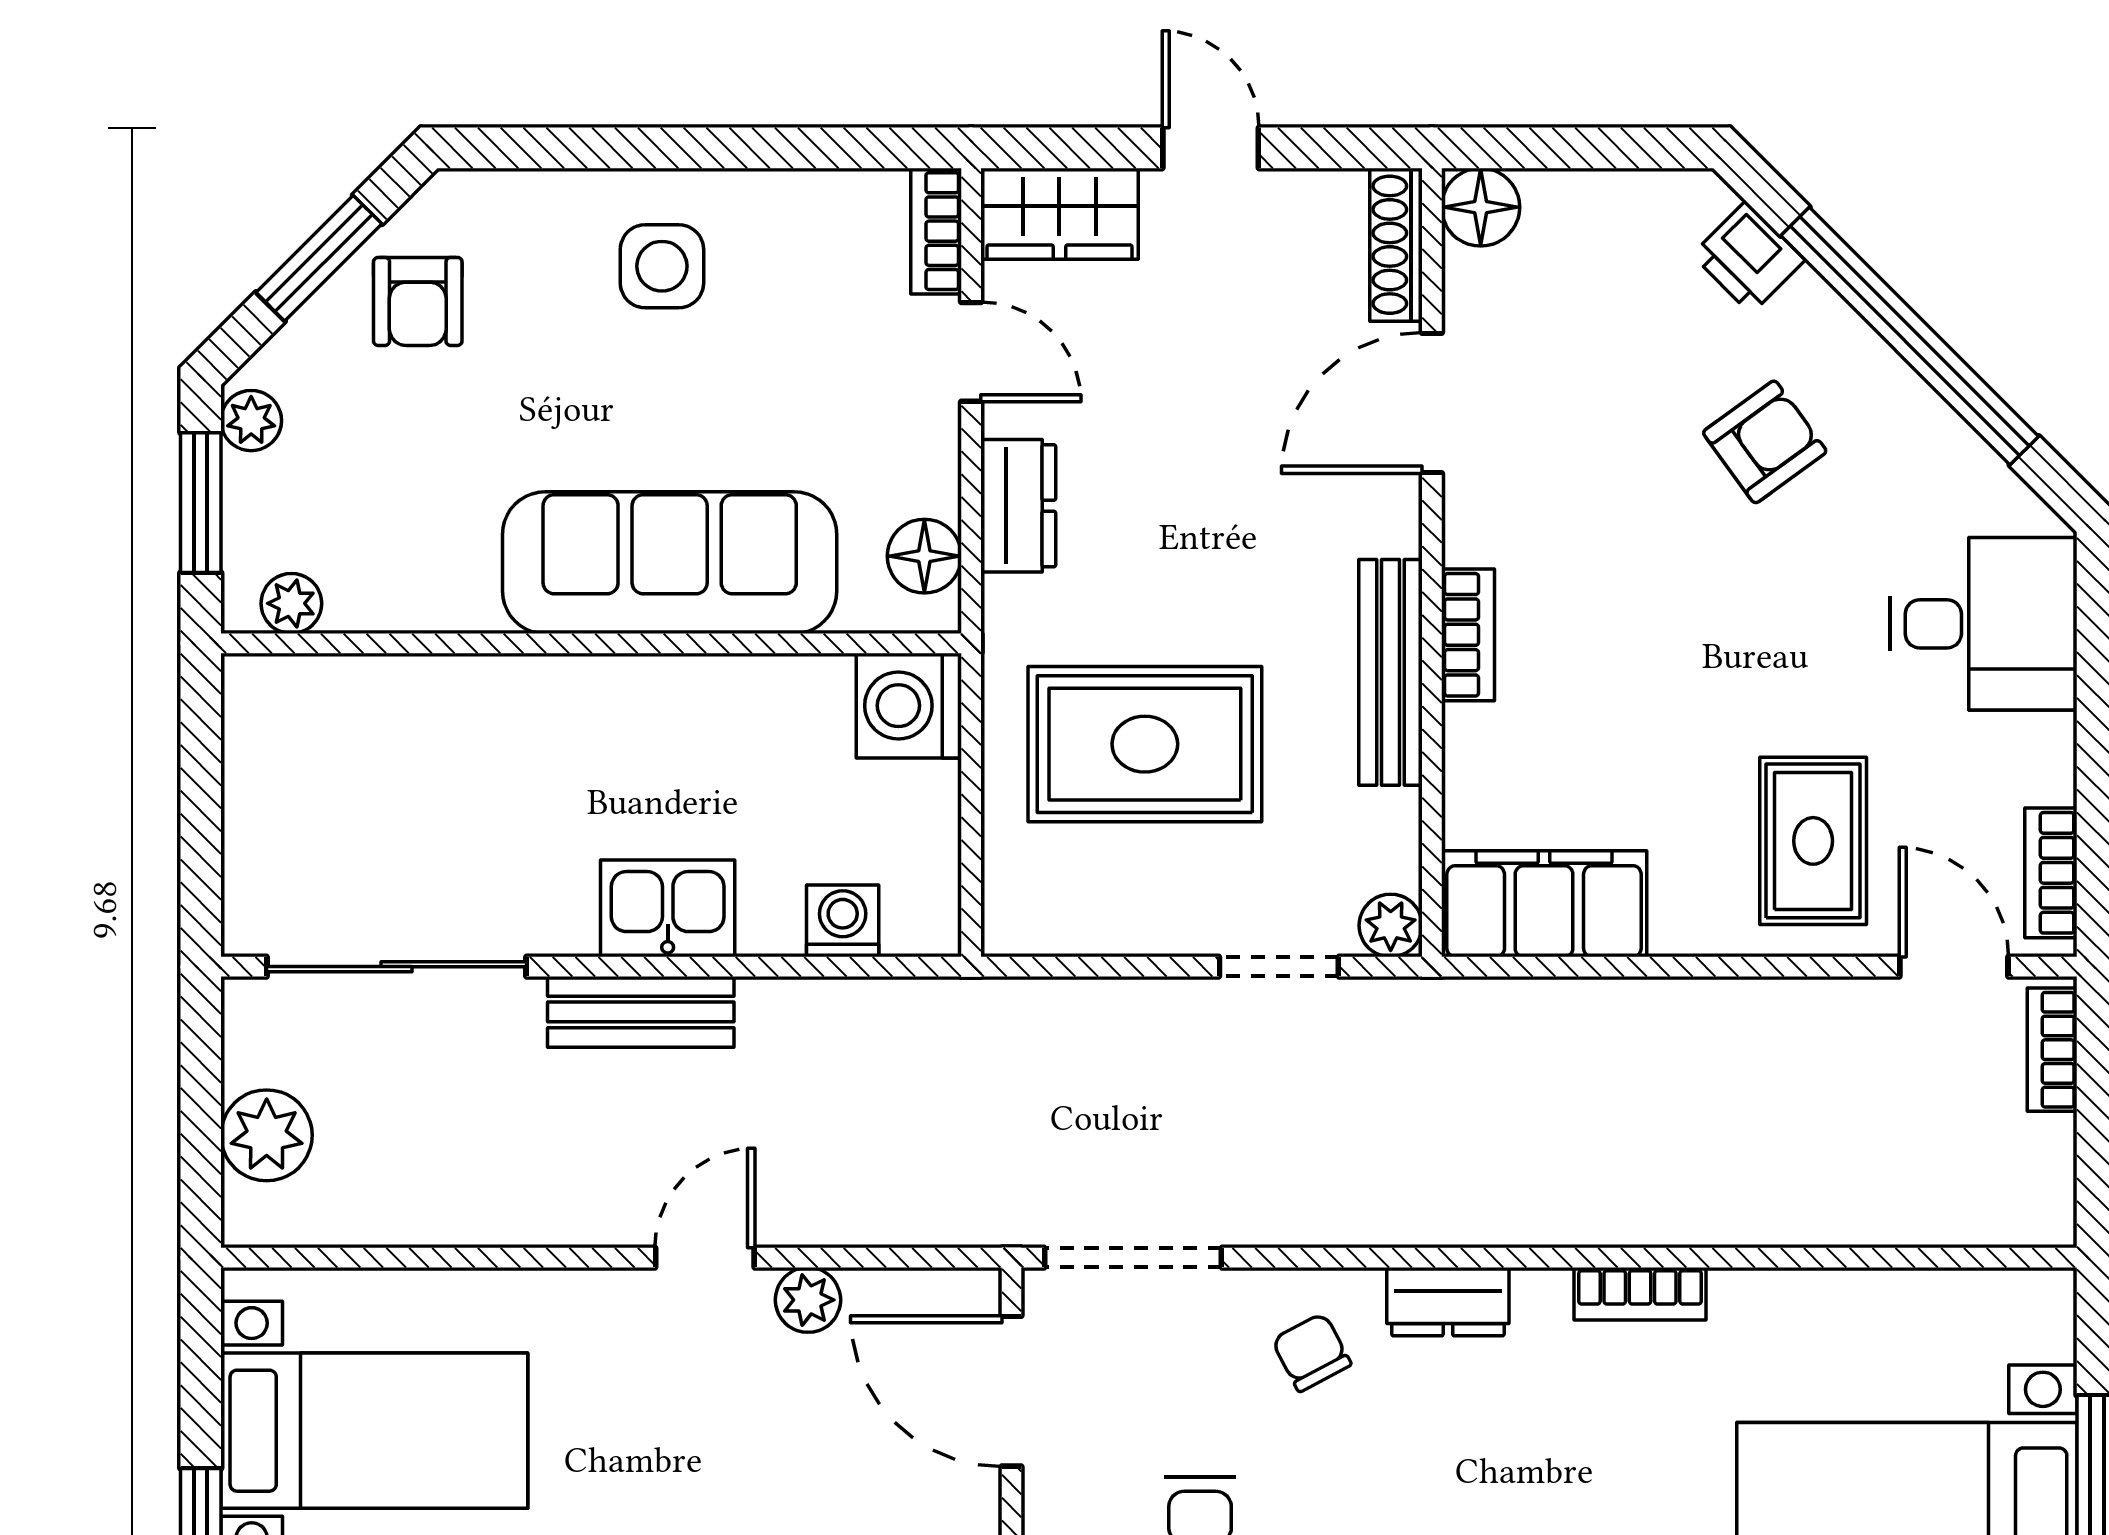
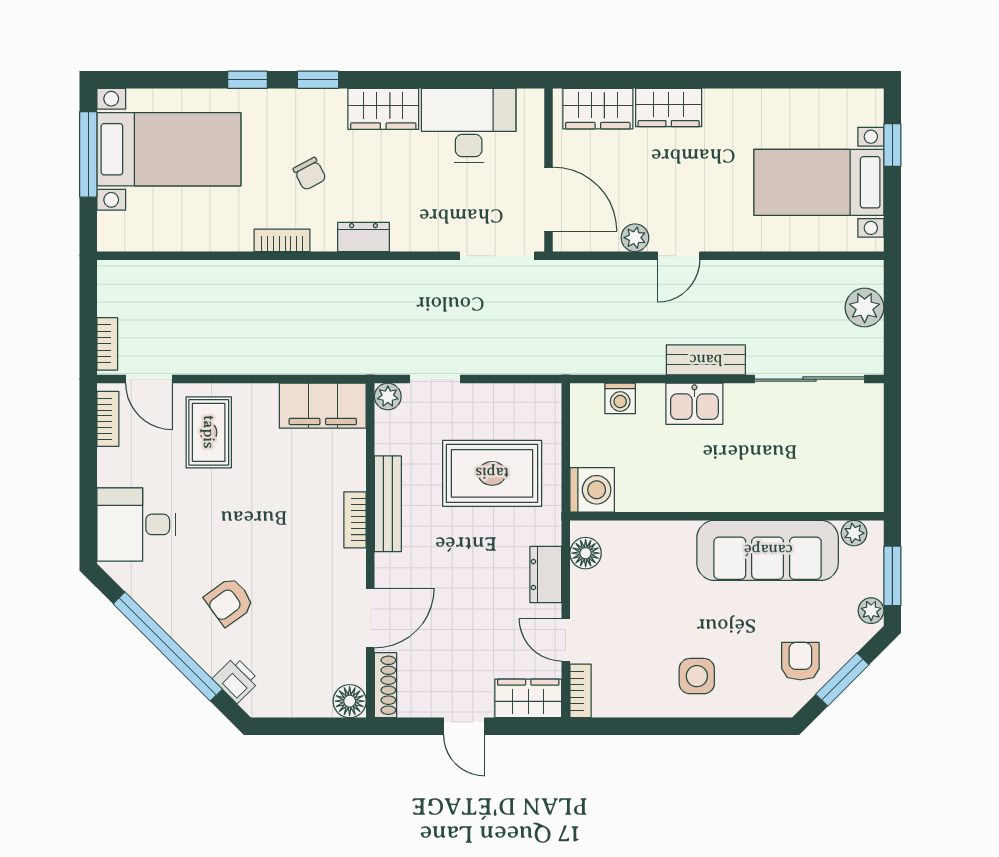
sofa: (670, 563) -> (768, 550), moved
chair: (1311, 1352) -> (310, 174), moved

